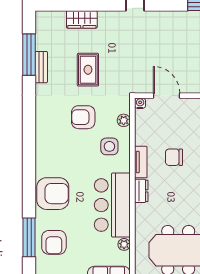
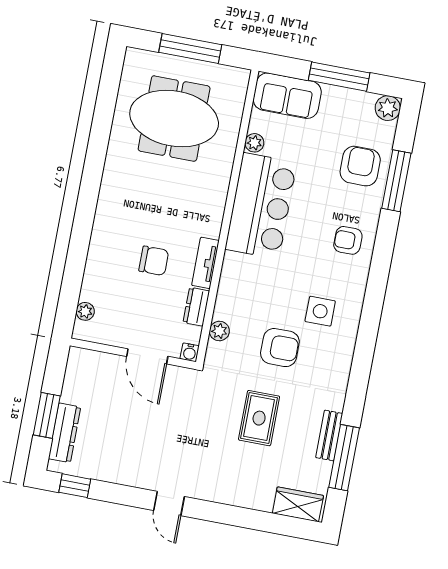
wardrobe: (82, 19) -> (298, 504), moved
side table: (109, 146) -> (320, 311), moved
dresser: (141, 191) -> (196, 307), moved
armchair: (53, 194) -> (348, 240), width x0.53, depth x0.53

